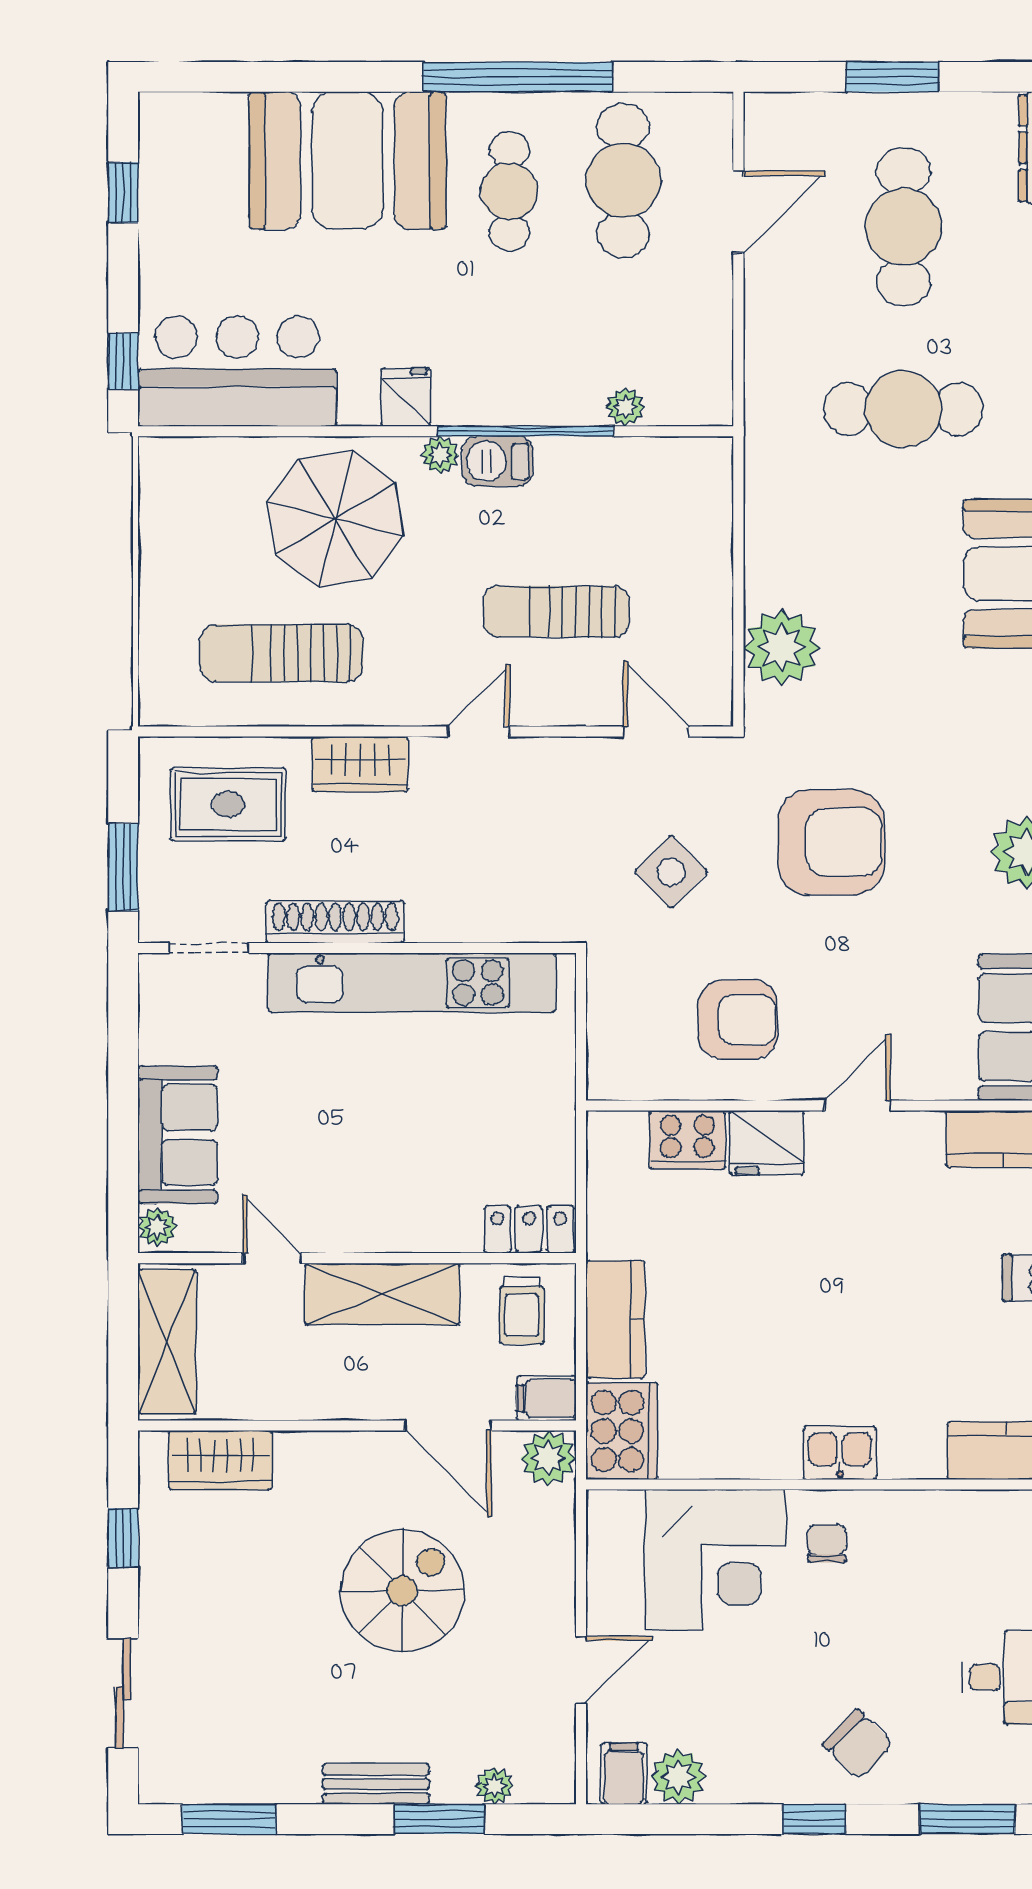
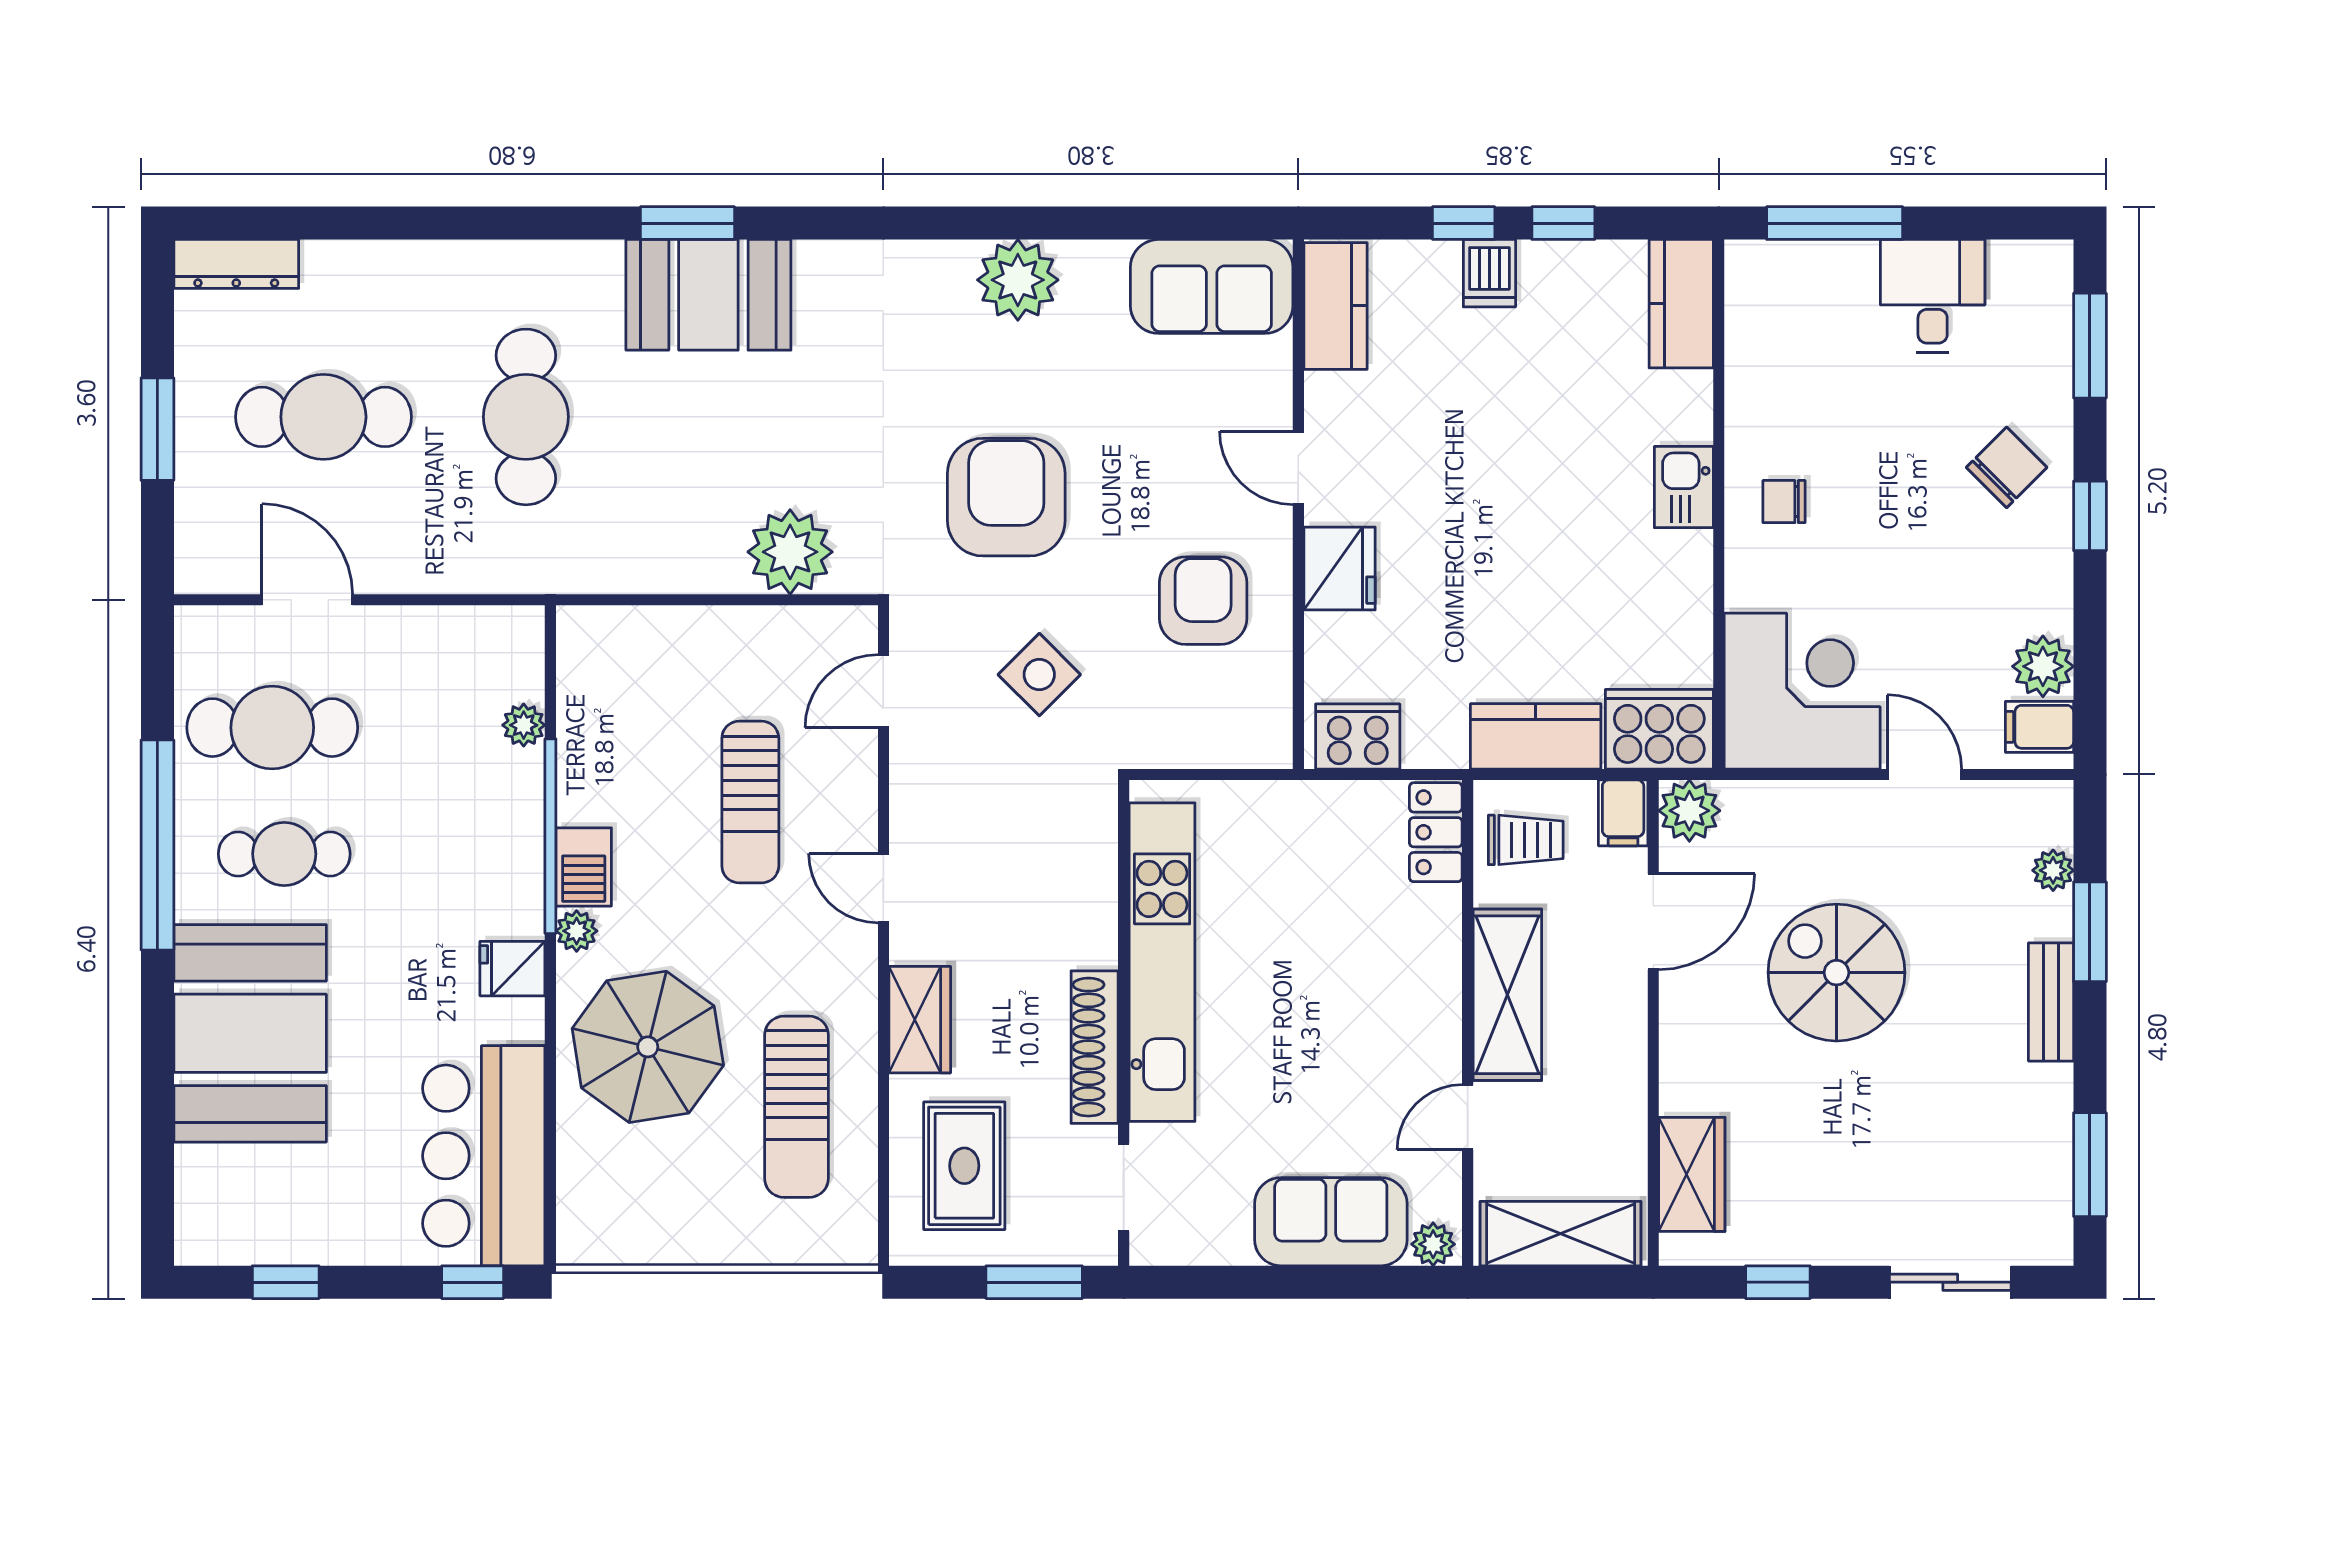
cooker: (687, 1140) -> (1358, 736), moved, turned -90
corner desk: (715, 1560) -> (1802, 691), moved

